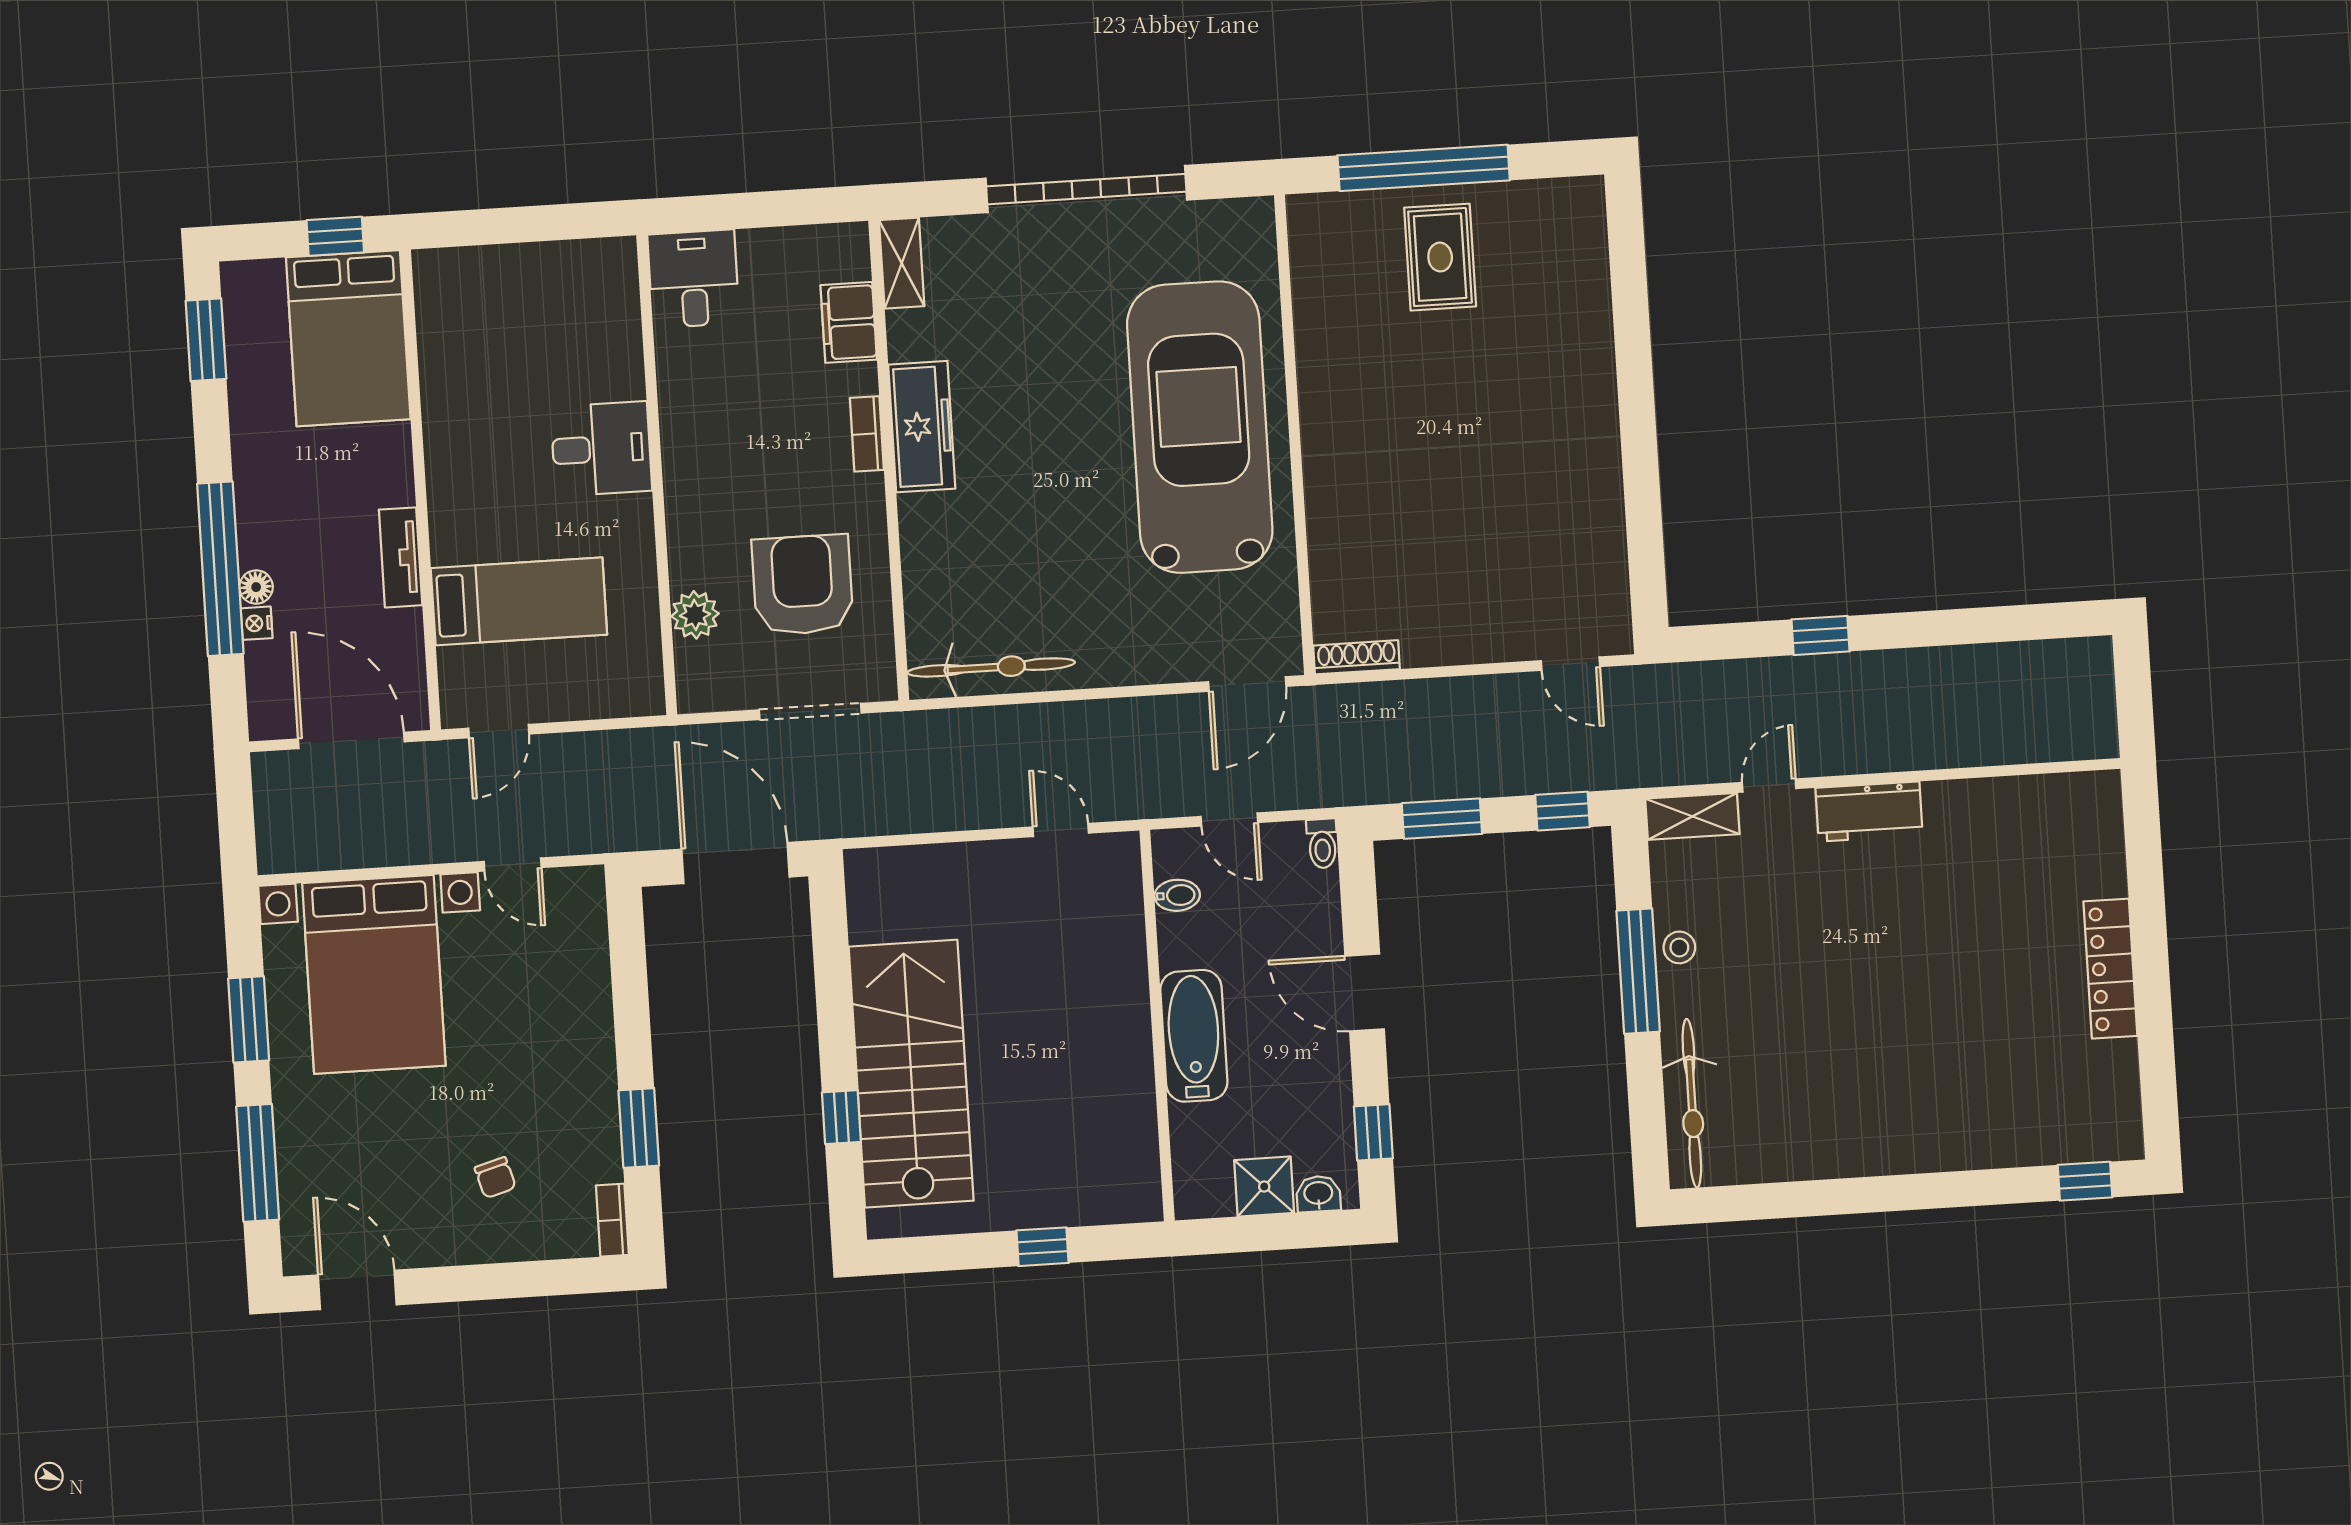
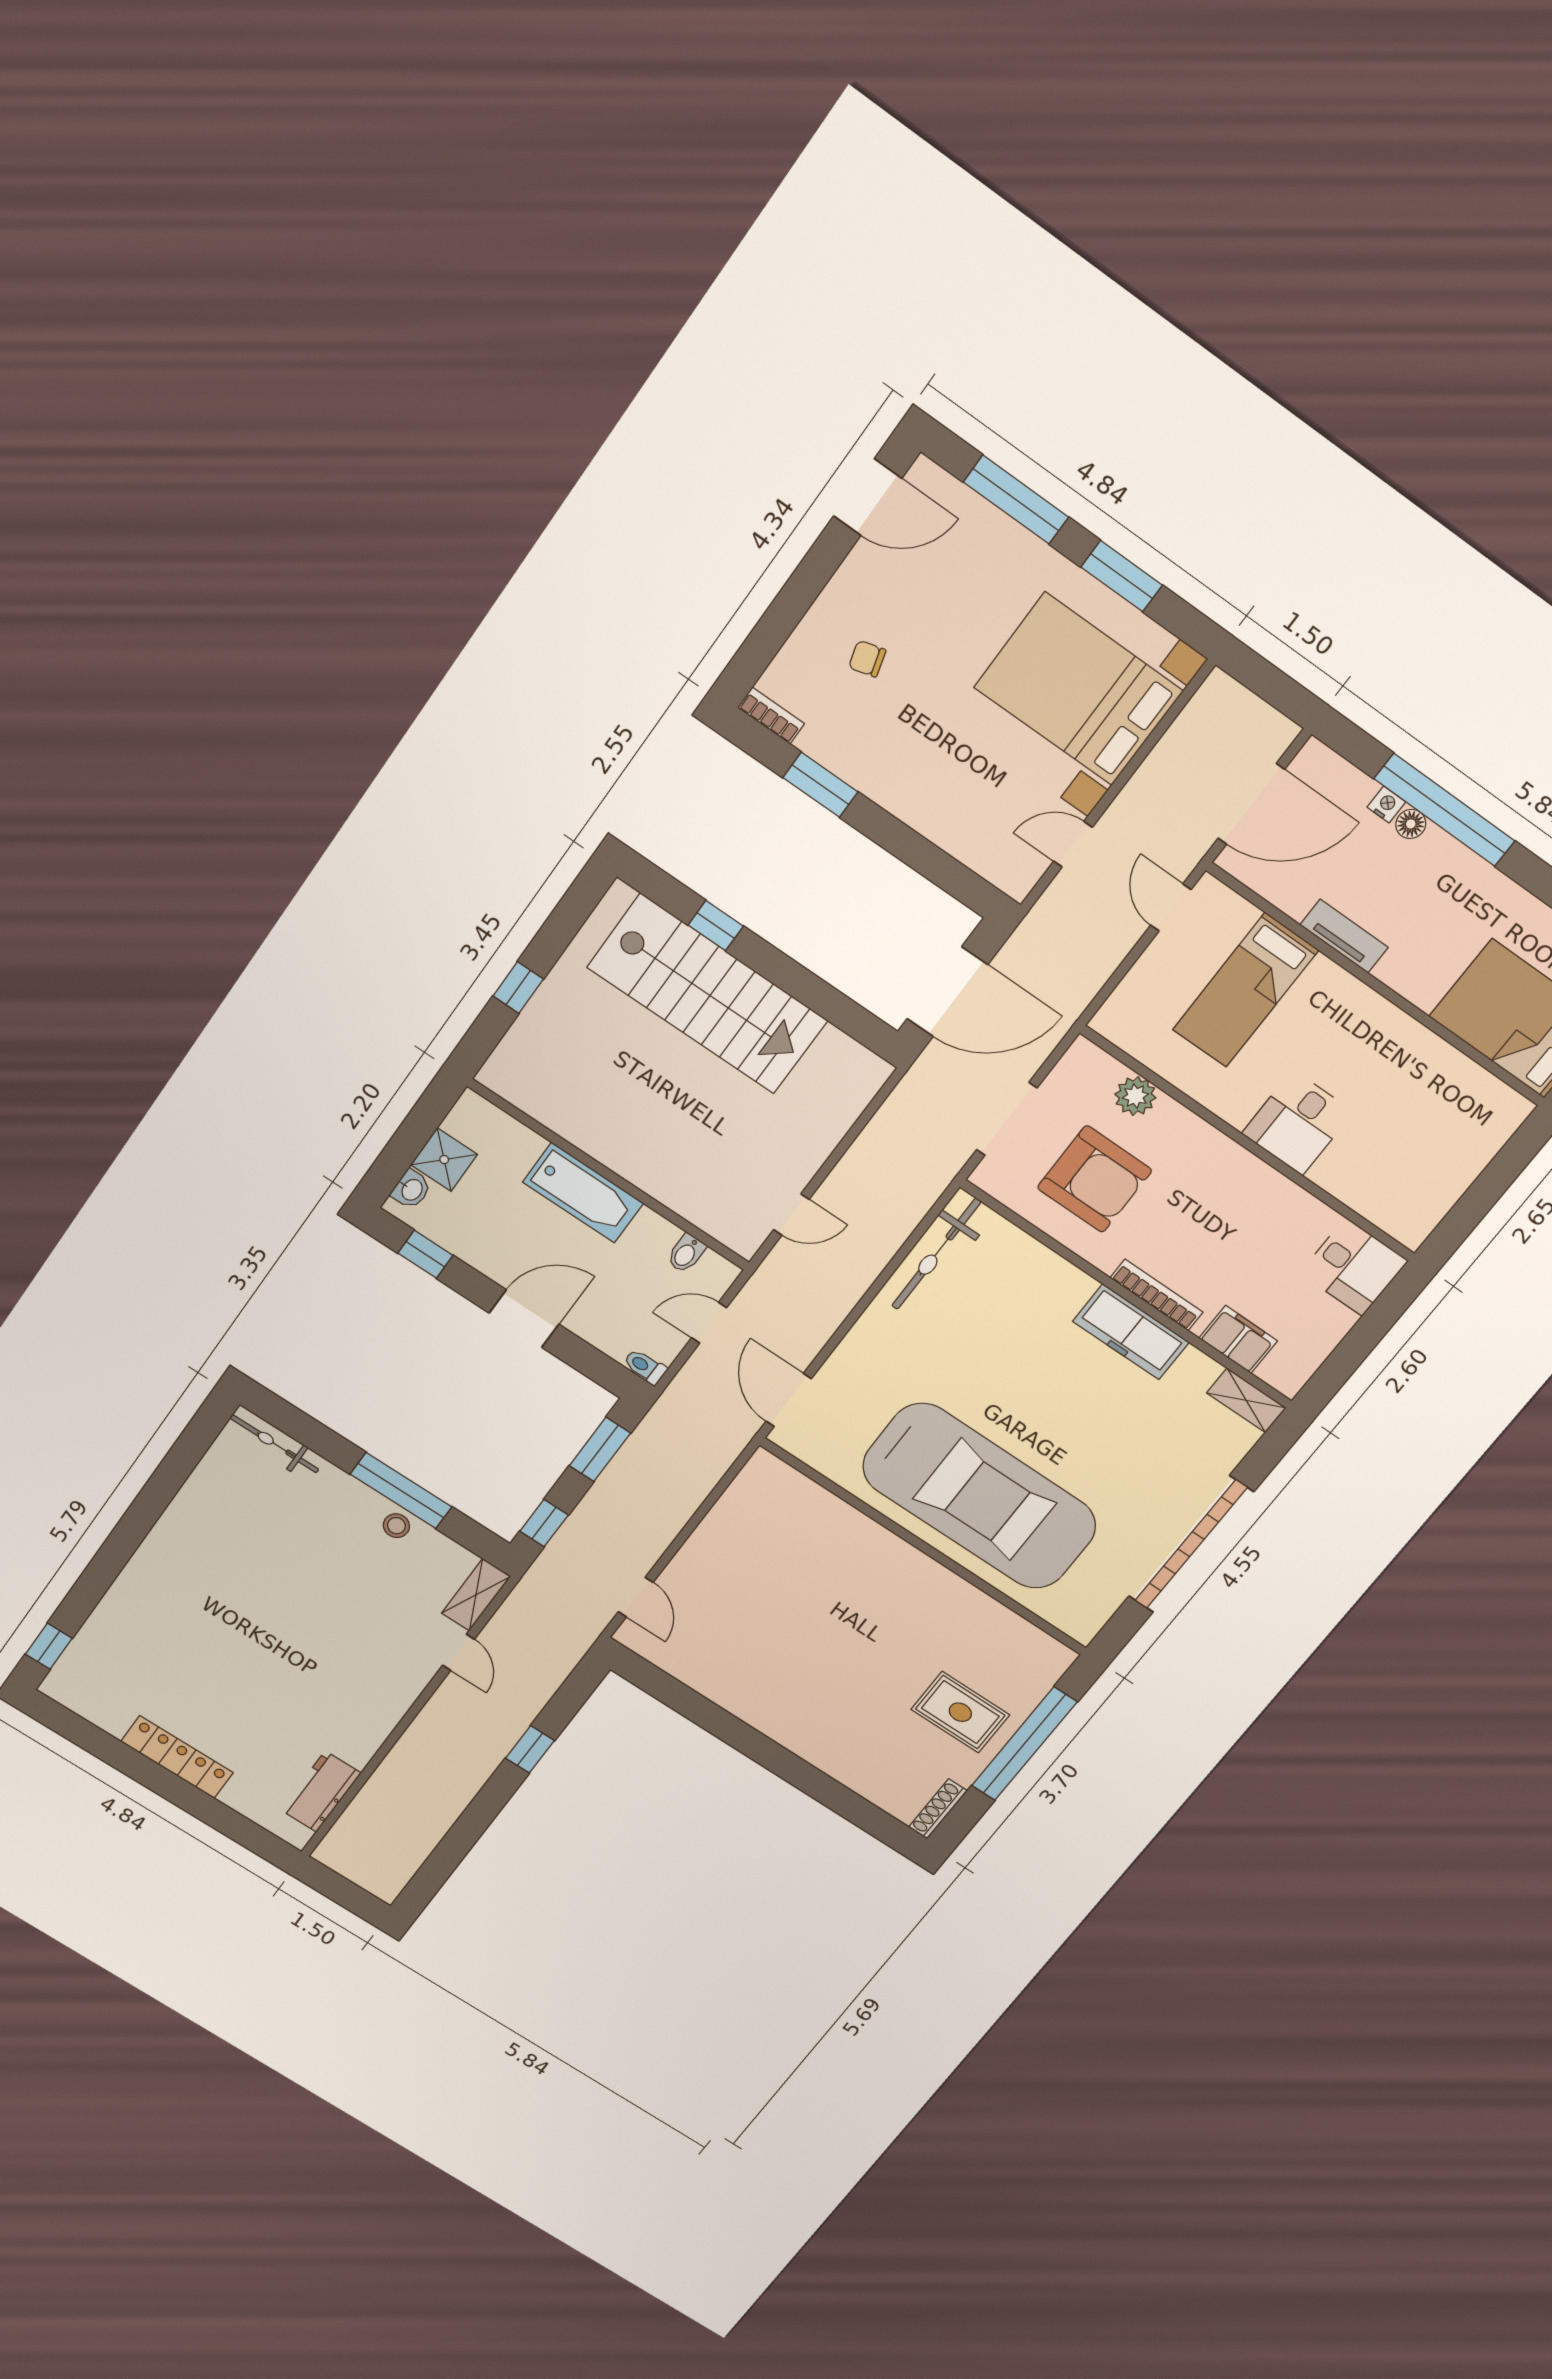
bookcase: (867, 434) -> (1157, 1295), width x1.56
shoe rack: (1357, 657) -> (938, 1809), moved, turned 180
door: (1570, 664) -> (636, 1597), swing flipped
workbench: (1869, 812) -> (321, 1791), moved
bicycle: (1692, 1103) -> (274, 1444), width x0.73, depth x0.71

